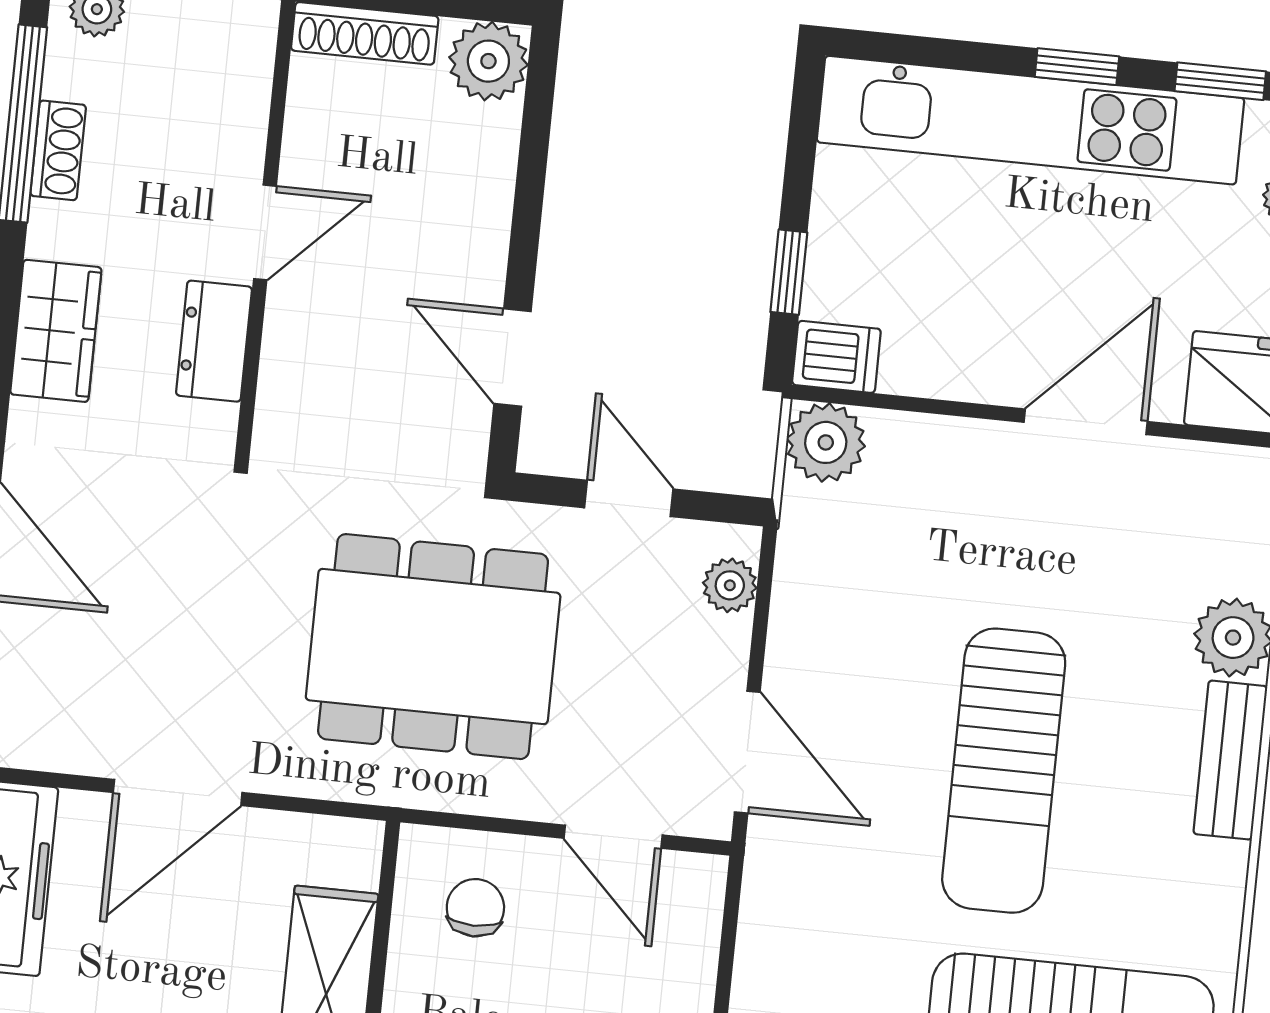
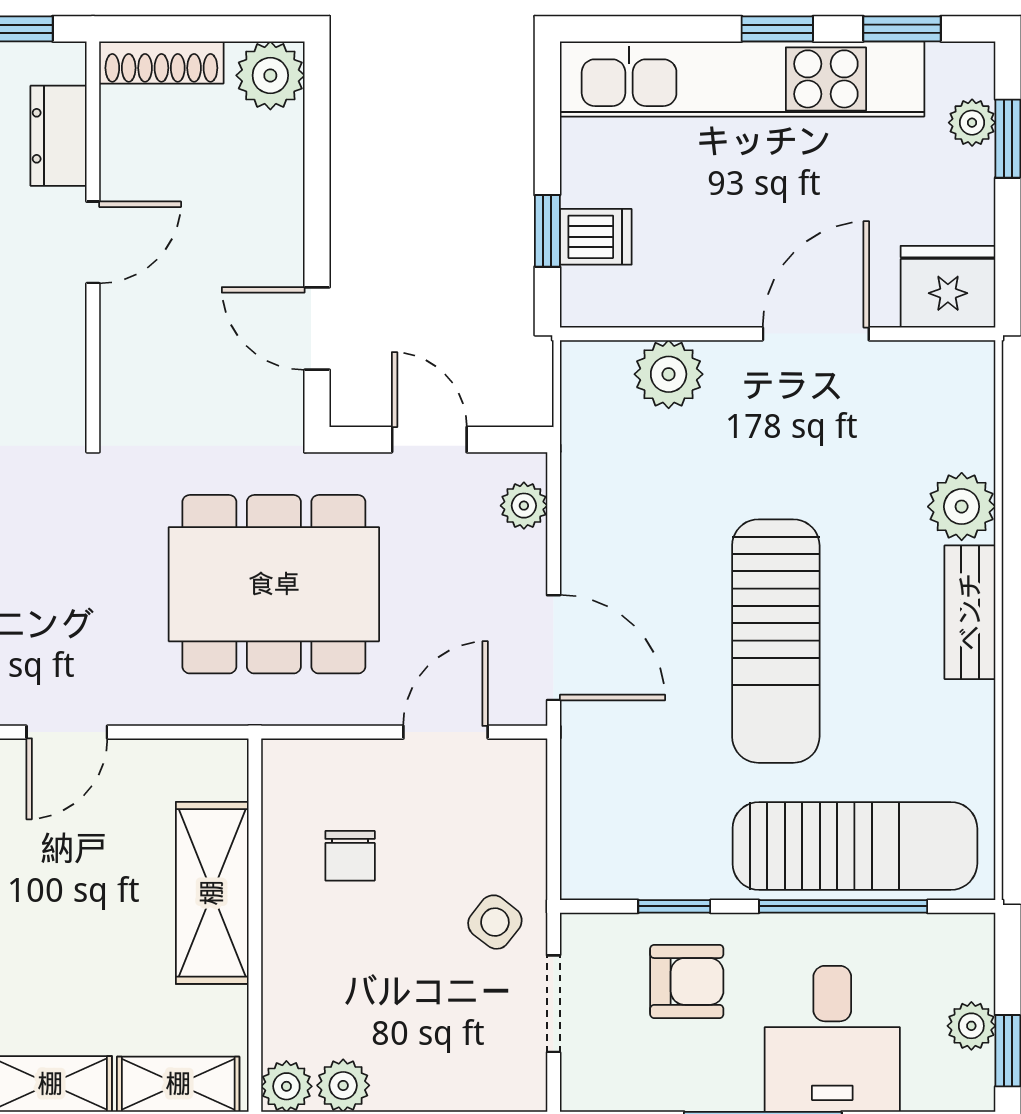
dresser: (214, 341) -> (59, 136), moved
dishwasher: (836, 357) -> (596, 237), moved
plant: (826, 442) -> (669, 374), moved
door: (178, 792) -> (67, 732), width x0.73
door: (613, 837) -> (446, 732), swing flipped
chair: (475, 908) -> (350, 856), moved, turned 180

